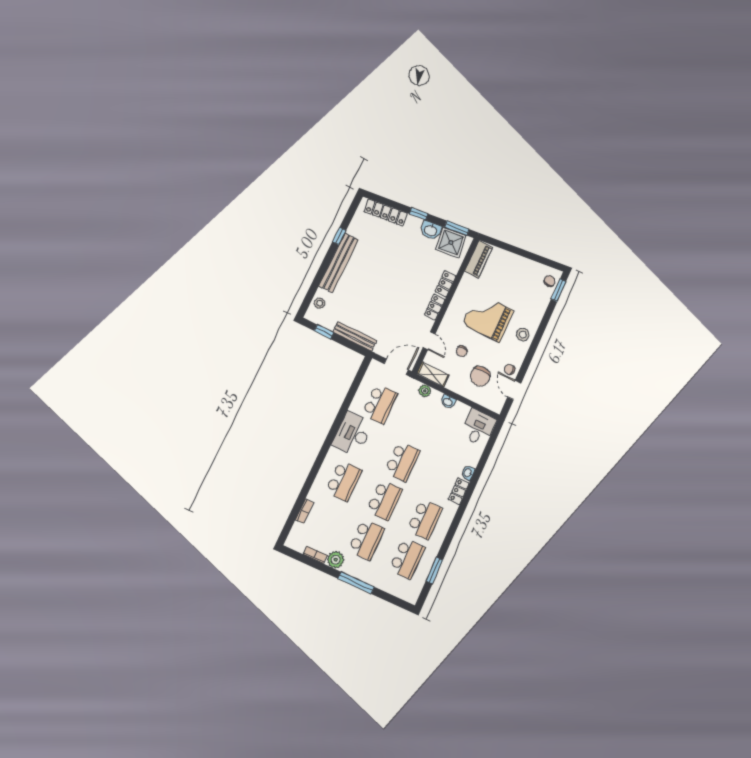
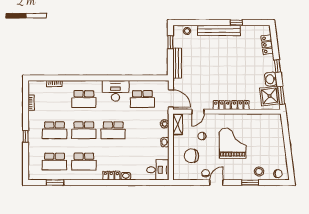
locker: (386, 212) -> (267, 45), width x0.66
piano: (479, 259) -> (268, 119), removed
window: (559, 290) -> (250, 183), moved
stool: (523, 335) -> (259, 172), moved
door: (514, 390) -> (216, 183), moved
plant: (336, 560) -> (34, 117), removed
window: (356, 583) -> (26, 136), width x0.46

